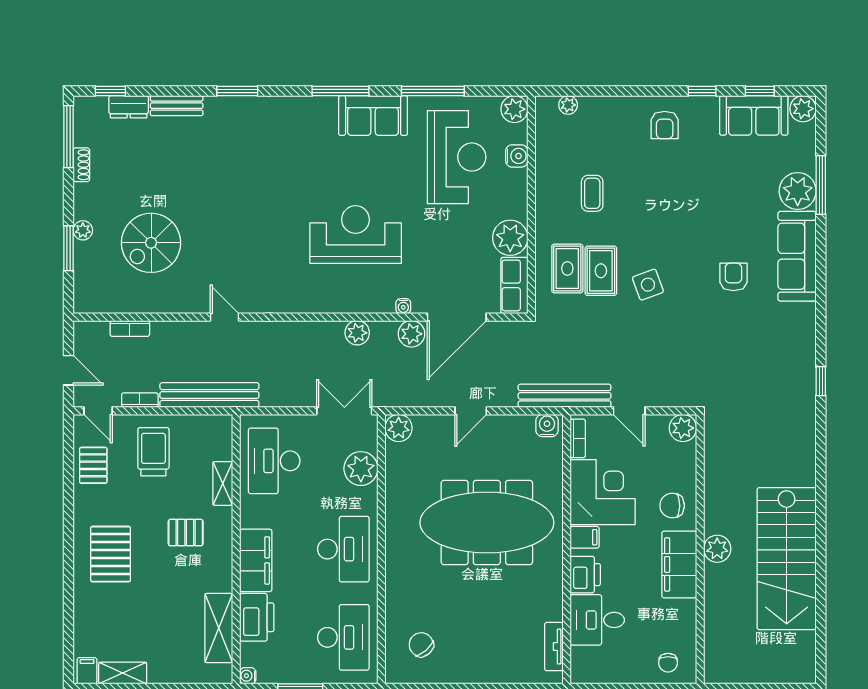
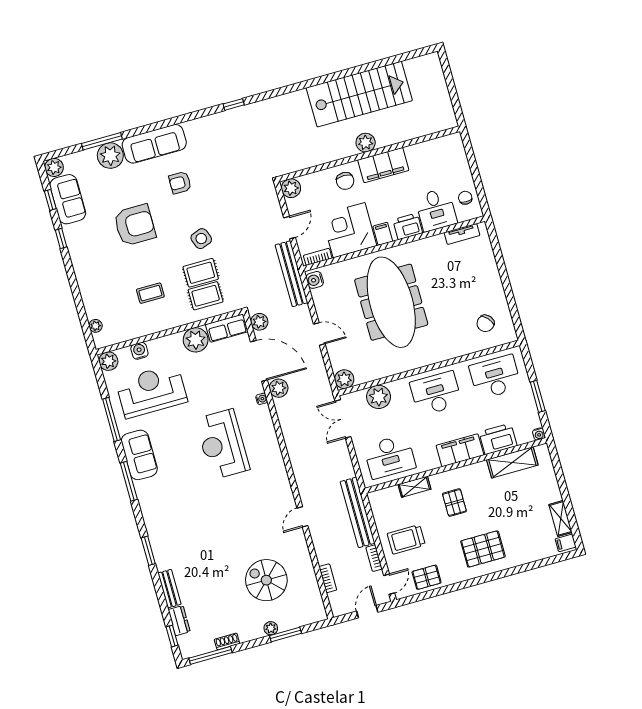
armchair: (665, 125) -> (135, 225), moved, width x1.88, depth x1.88
spiral stairs: (151, 243) -> (266, 580), turned 180
plant: (357, 333) -> (259, 322), moved
chair: (668, 663) -> (465, 198), moved, turned -90

